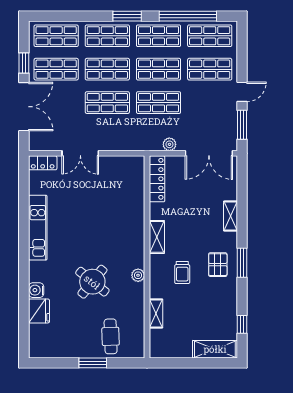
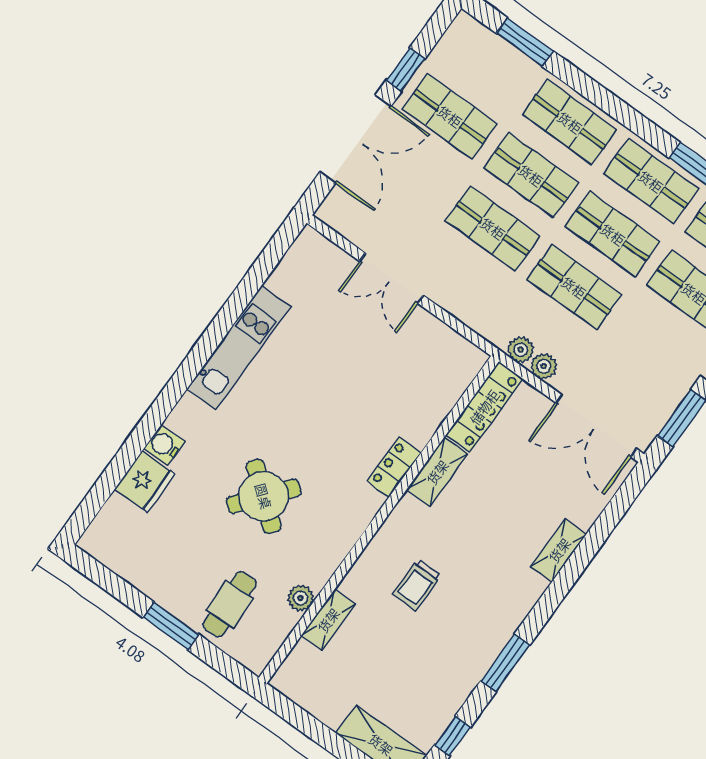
window: (127, 16) -> (525, 42), moved
shop shelf: (56, 36) -> (488, 63), removed
plant: (155, 144) -> (521, 350), added
locker: (43, 163) -> (394, 467), moved, turned 90
shelving: (157, 237) -> (437, 472), moved
window: (242, 263) -> (505, 663), moved
pallet: (218, 265) -> (483, 613), removed
plant: (138, 275) -> (301, 598), moved

